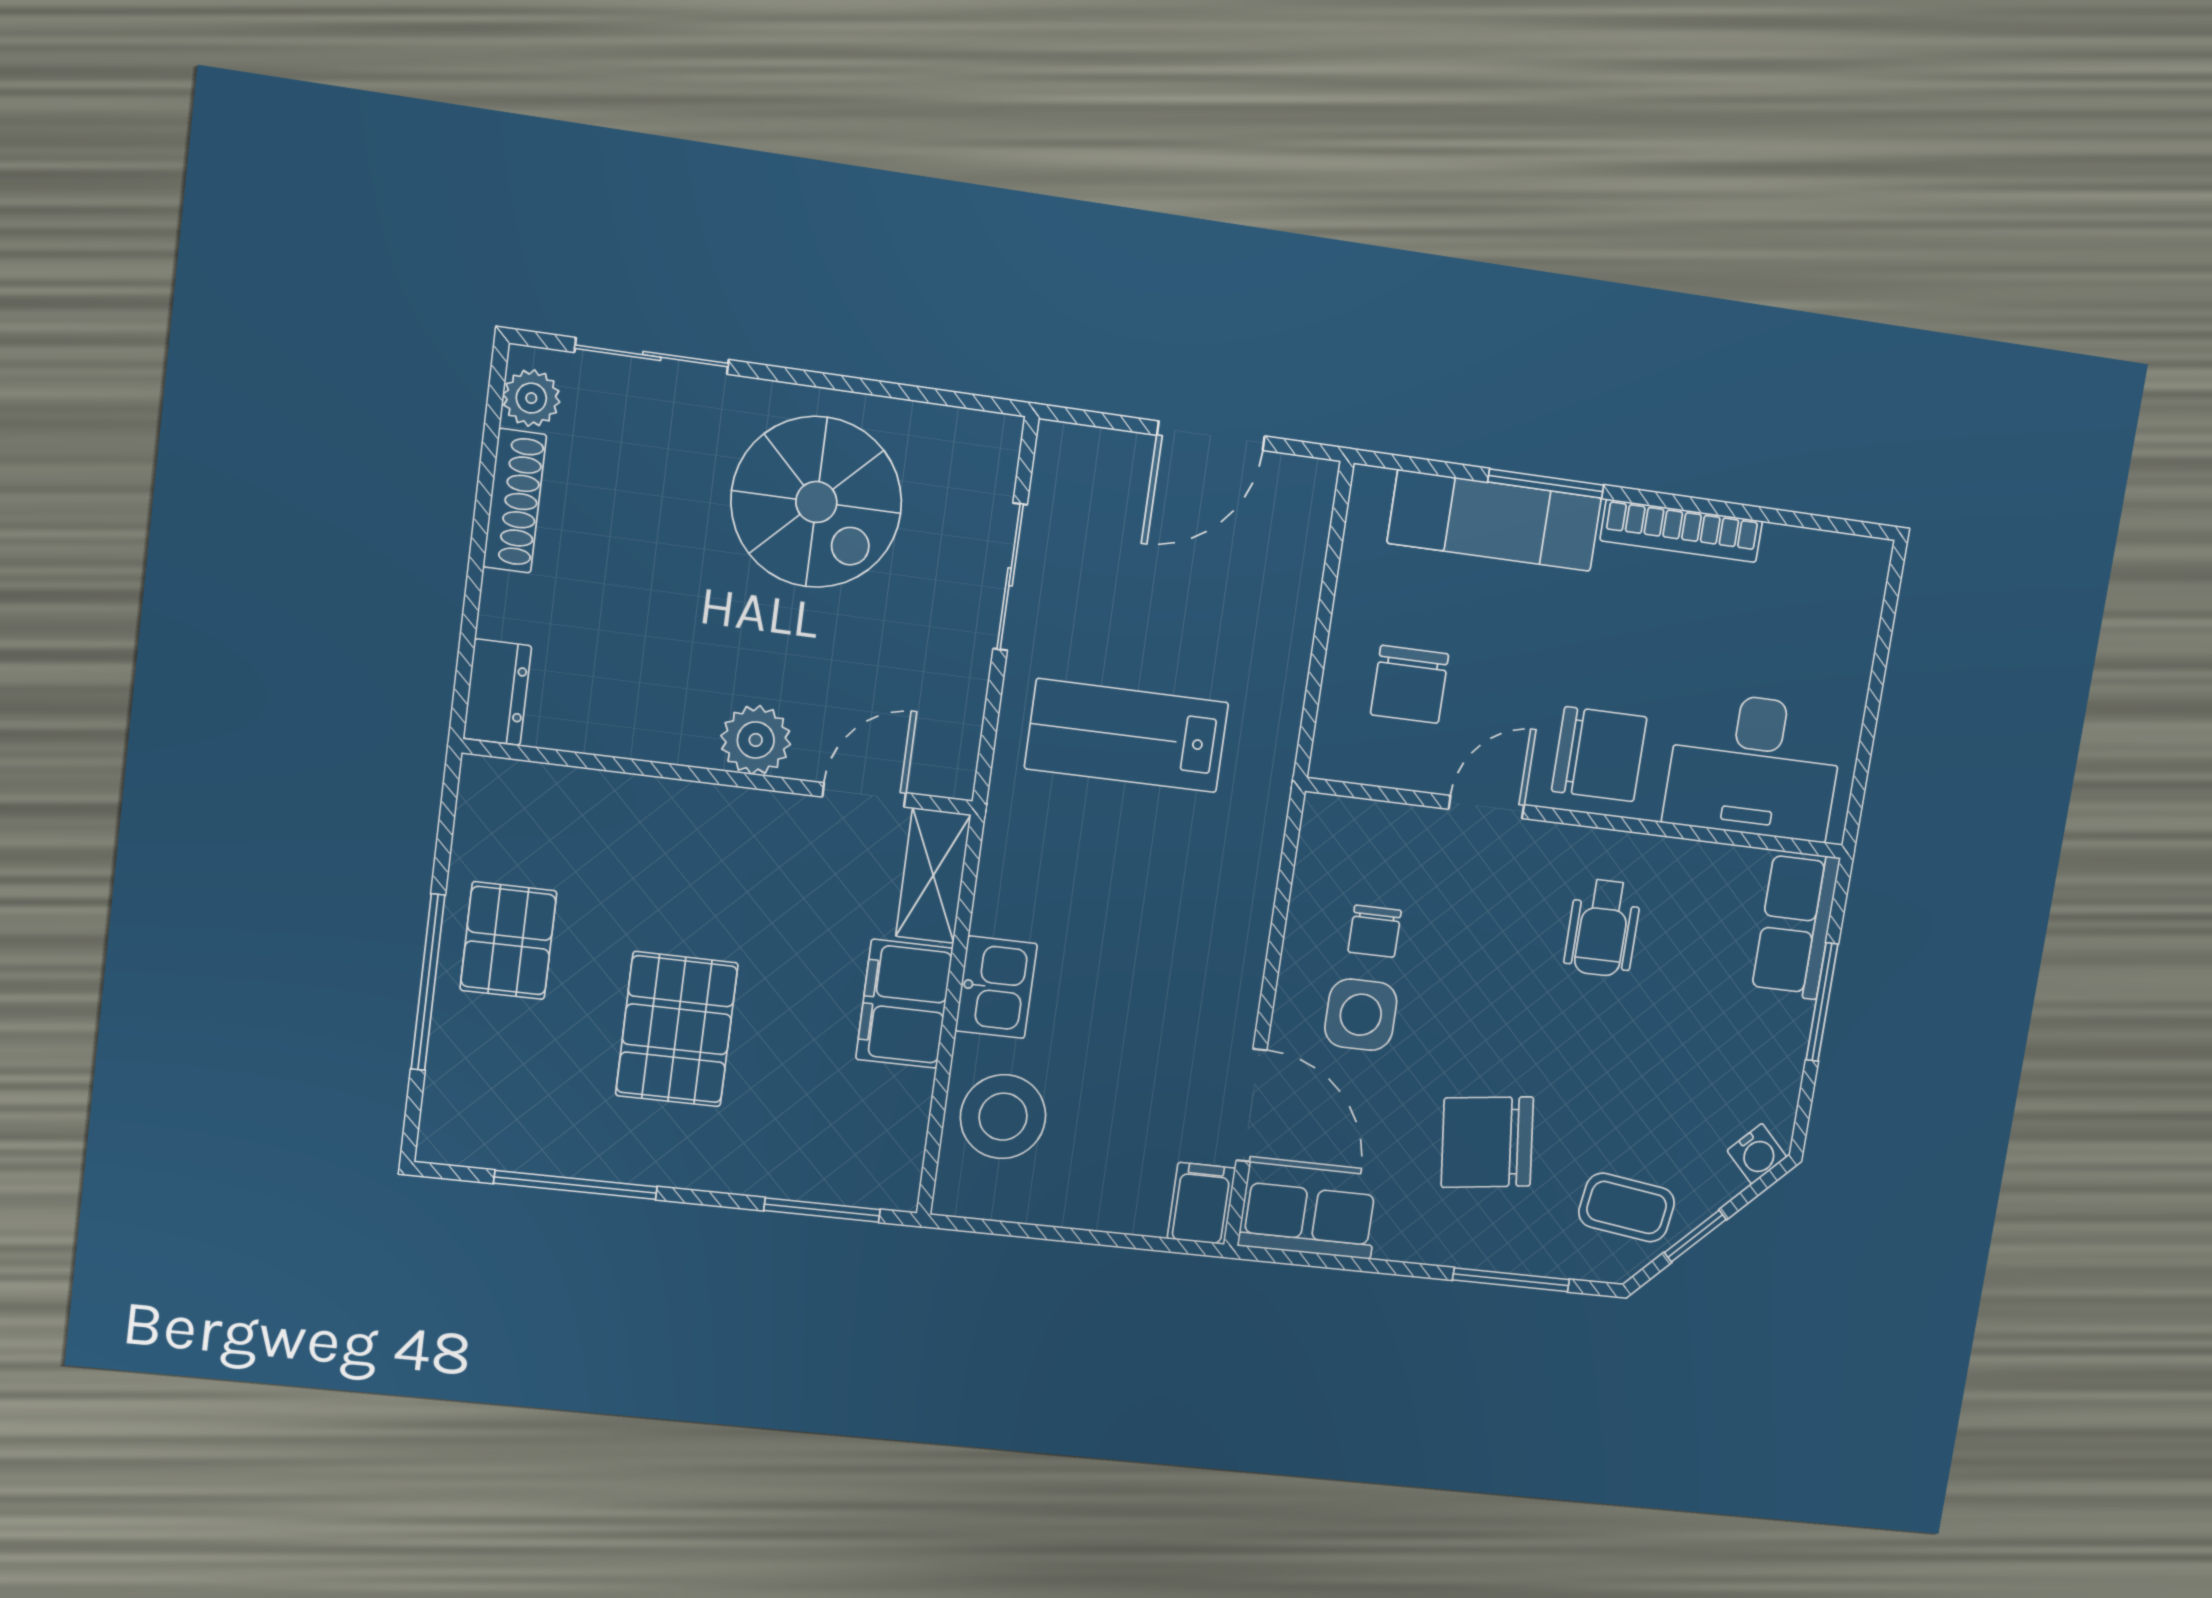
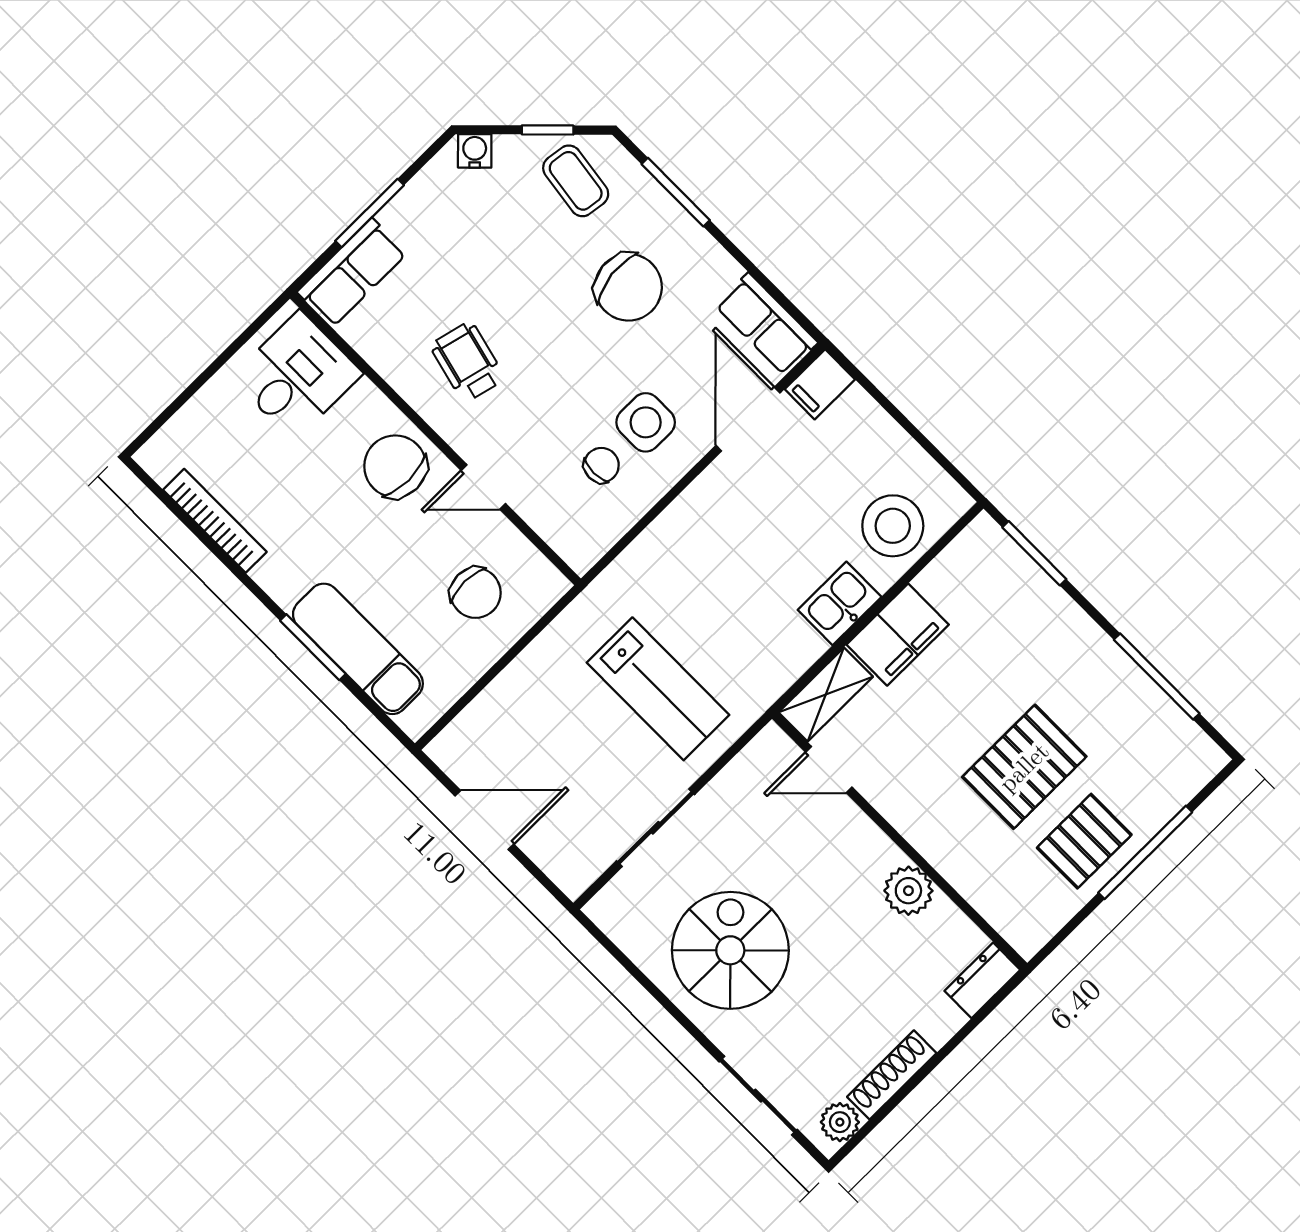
bookcase: (1681, 531) -> (215, 521), moved
chair: (1410, 684) -> (476, 593), turned 90
plant: (756, 740) -> (908, 891), moved
desk: (1754, 766) -> (297, 376), width x0.73
wheelchair: (1603, 928) -> (468, 362), turned -76
pallet: (677, 1029) -> (1024, 767), moved

